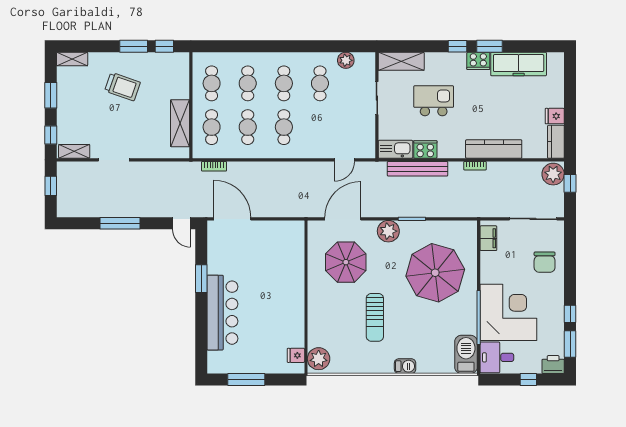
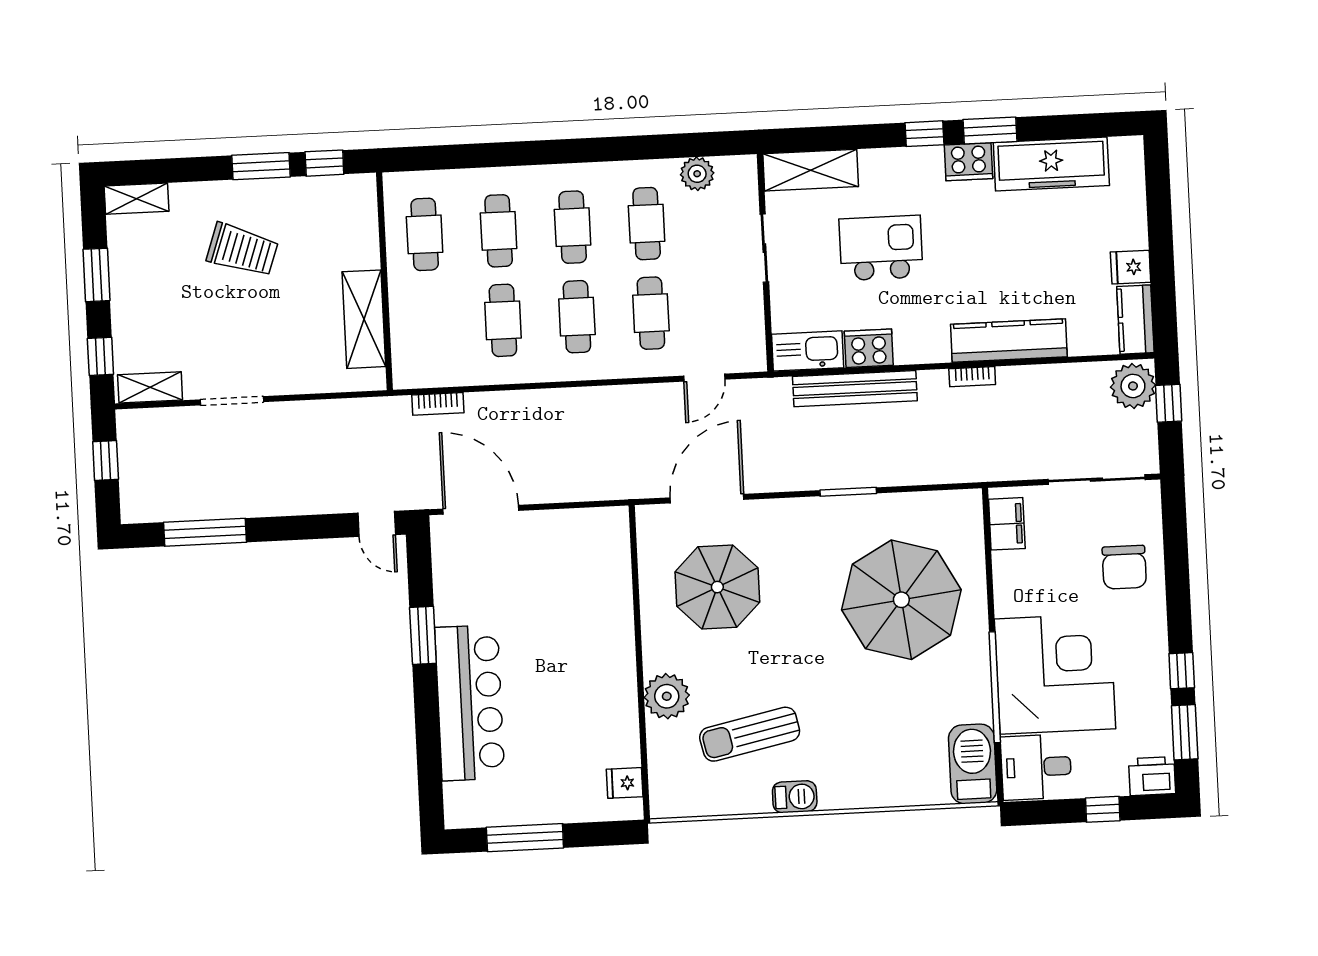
cafe table: (212, 127) -> (651, 313), moved
window: (120, 223) -> (205, 532), moved
plant: (388, 231) -> (801, 519), removed
sun lounger: (375, 317) -> (750, 734), moved, turned 78
plant: (319, 359) -> (667, 696), moved
barbecue: (405, 366) -> (795, 797), moved

